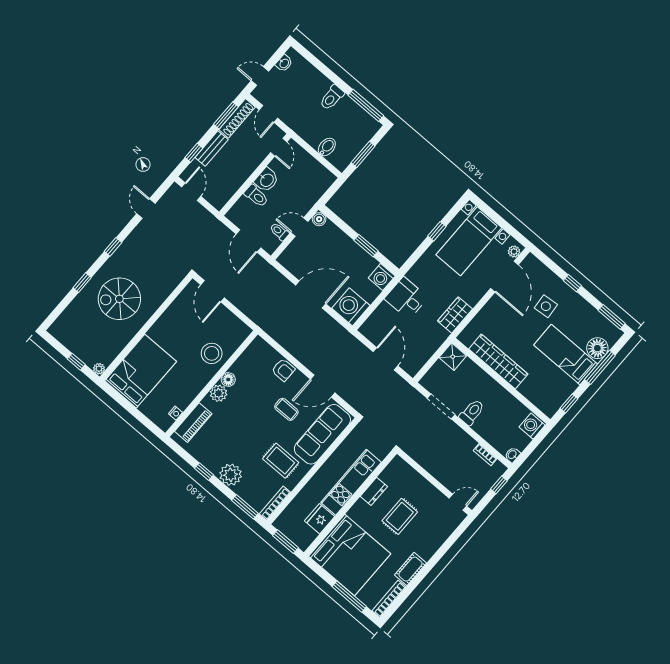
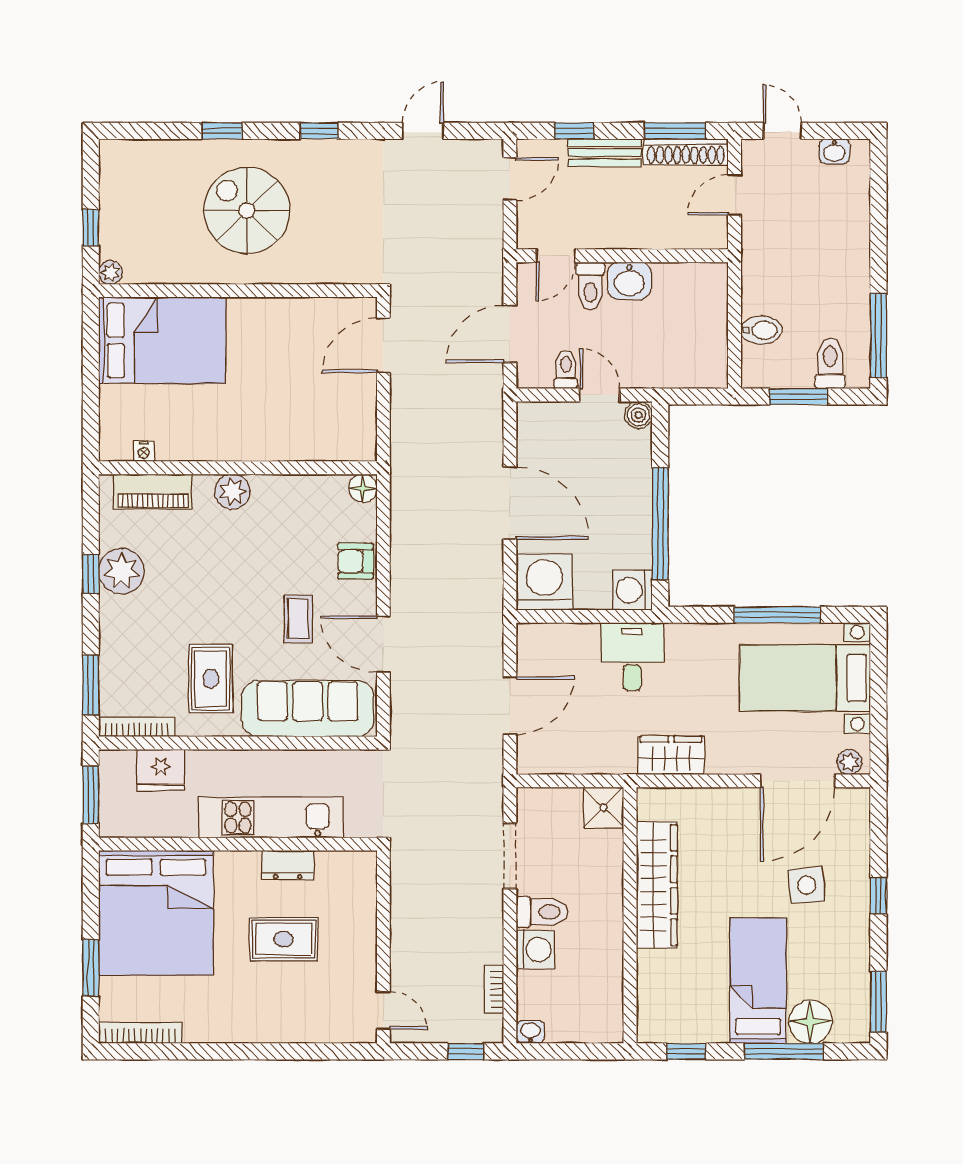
toilet: (332, 97) -> (830, 363), moved, turned 90
door: (279, 147) -> (556, 256), moved
window: (437, 231) -> (777, 615), width x2.17
window: (366, 246) -> (660, 524), width x2.11
stool: (212, 353) -> (285, 427), removed
armchair: (283, 370) -> (356, 561), turned 90
floor lamp: (228, 380) -> (363, 488), moved
washing machine: (532, 426) -> (535, 949), moved, turned 90
plant: (231, 475) -> (122, 571), moved
fridge: (320, 519) -> (161, 770), moved, turned 180
cot: (410, 569) -> (216, 1026), removed
window: (349, 597) -> (91, 968), width x0.69

